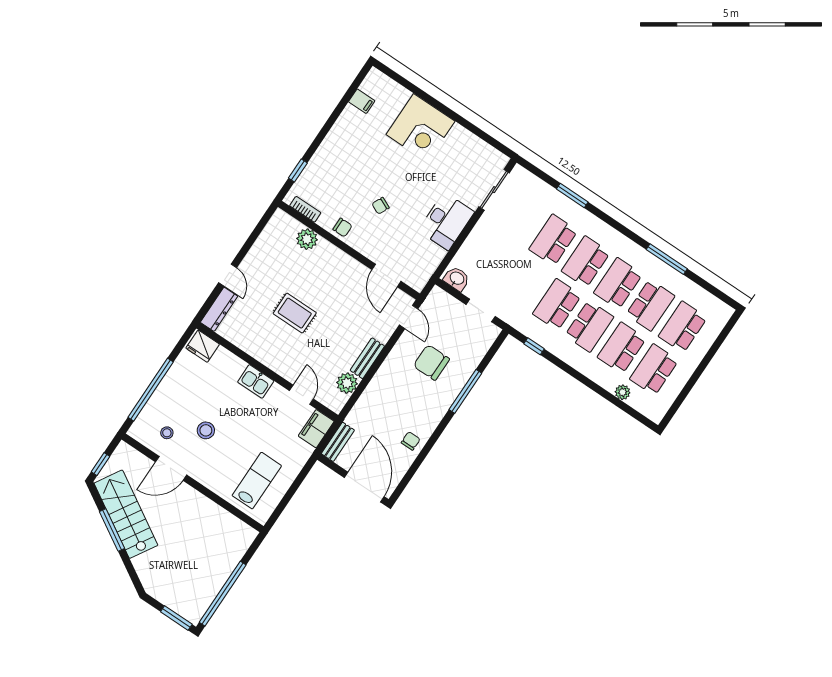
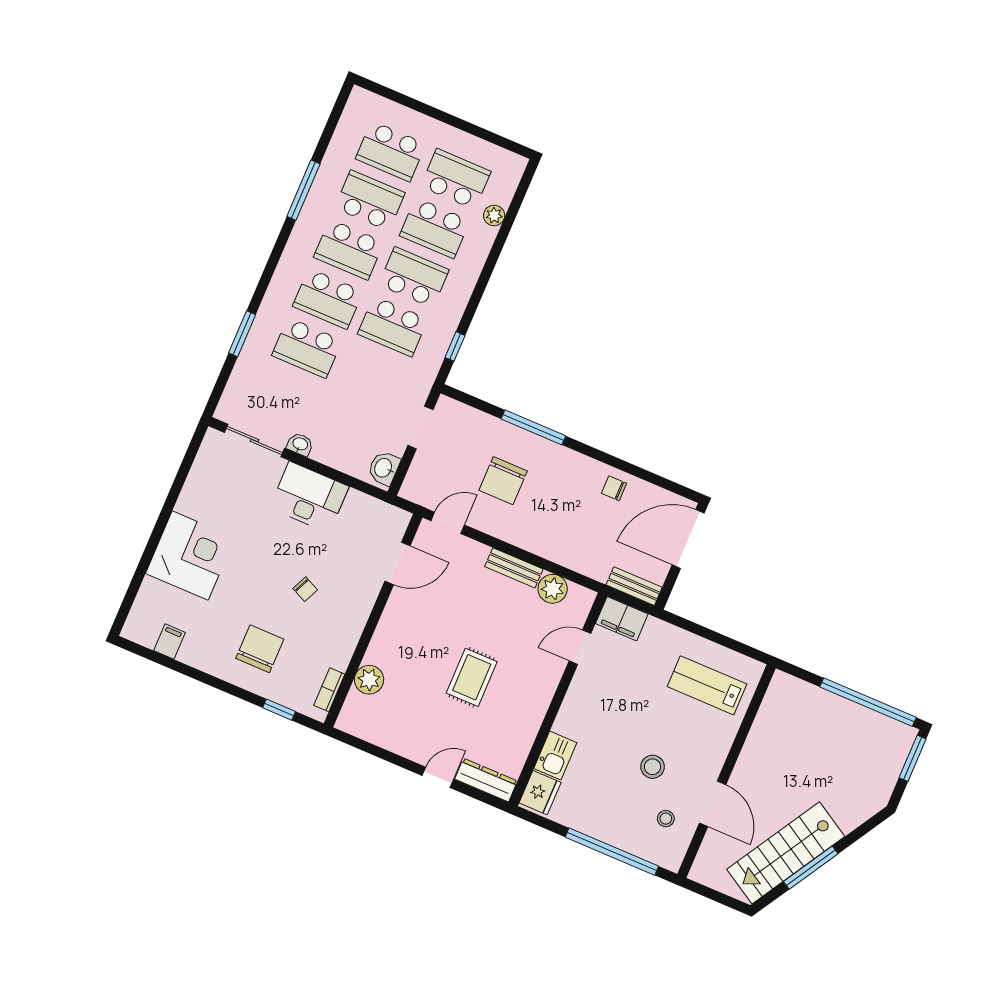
washbasin: (485, 222) -> (300, 444), added
chair: (342, 228) -> (260, 649), moved, width x1.87, depth x1.87
school desk: (654, 370) -> (456, 179), turned 180
kitchen sink: (256, 381) -> (555, 756), moved
window: (101, 464) -> (725, 900), removed

